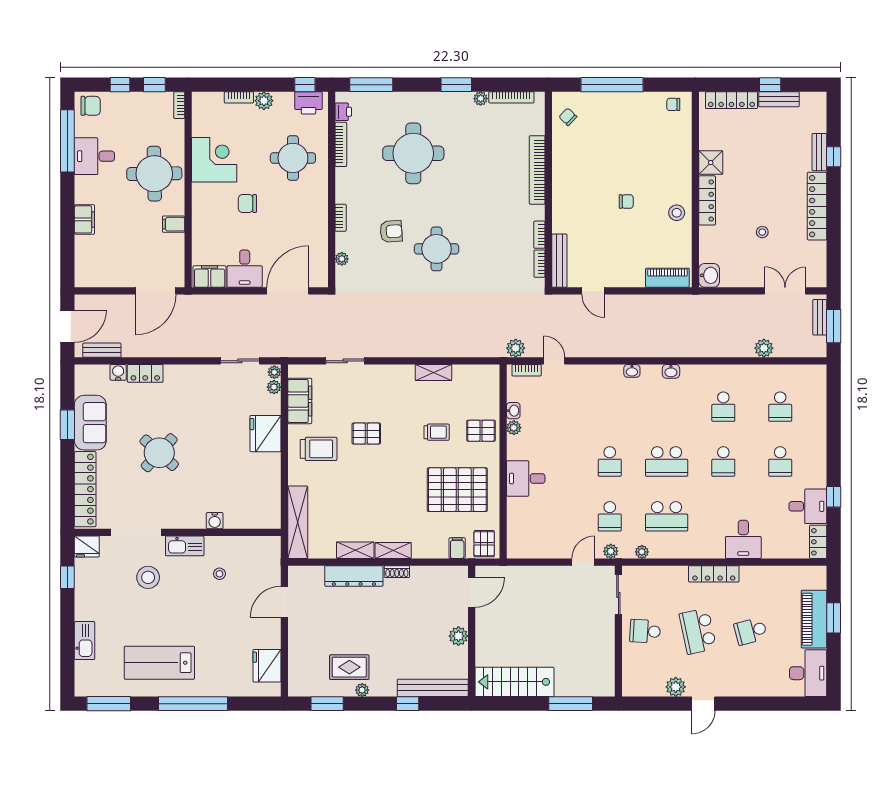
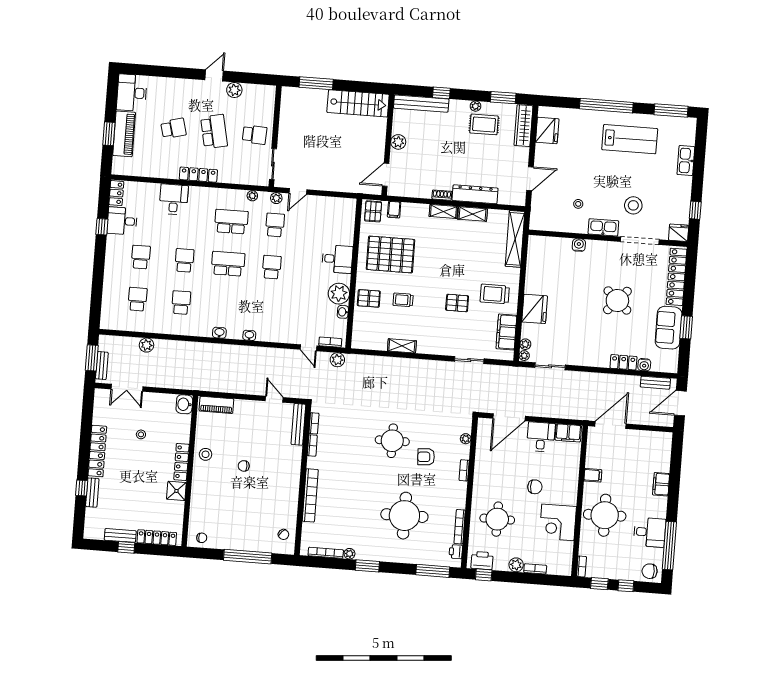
plant: (514, 428) -> (339, 294), width x1.88, depth x1.88
wardrobe: (298, 670) -> (523, 126), added

